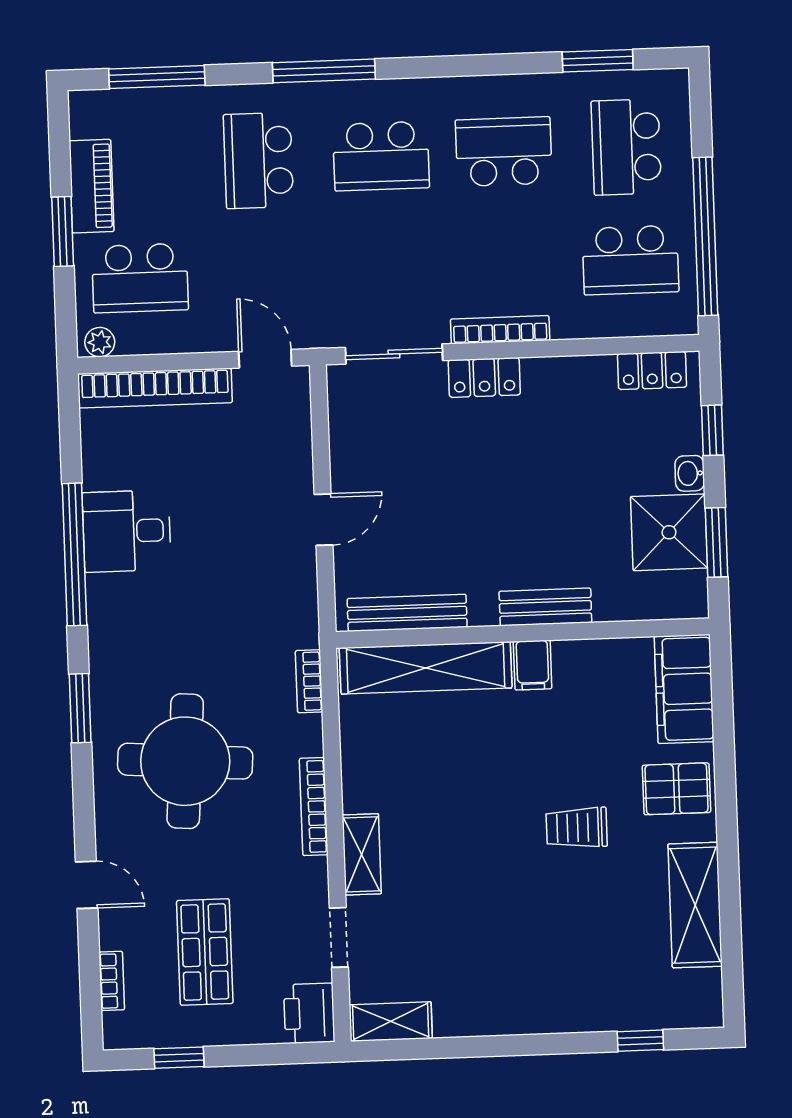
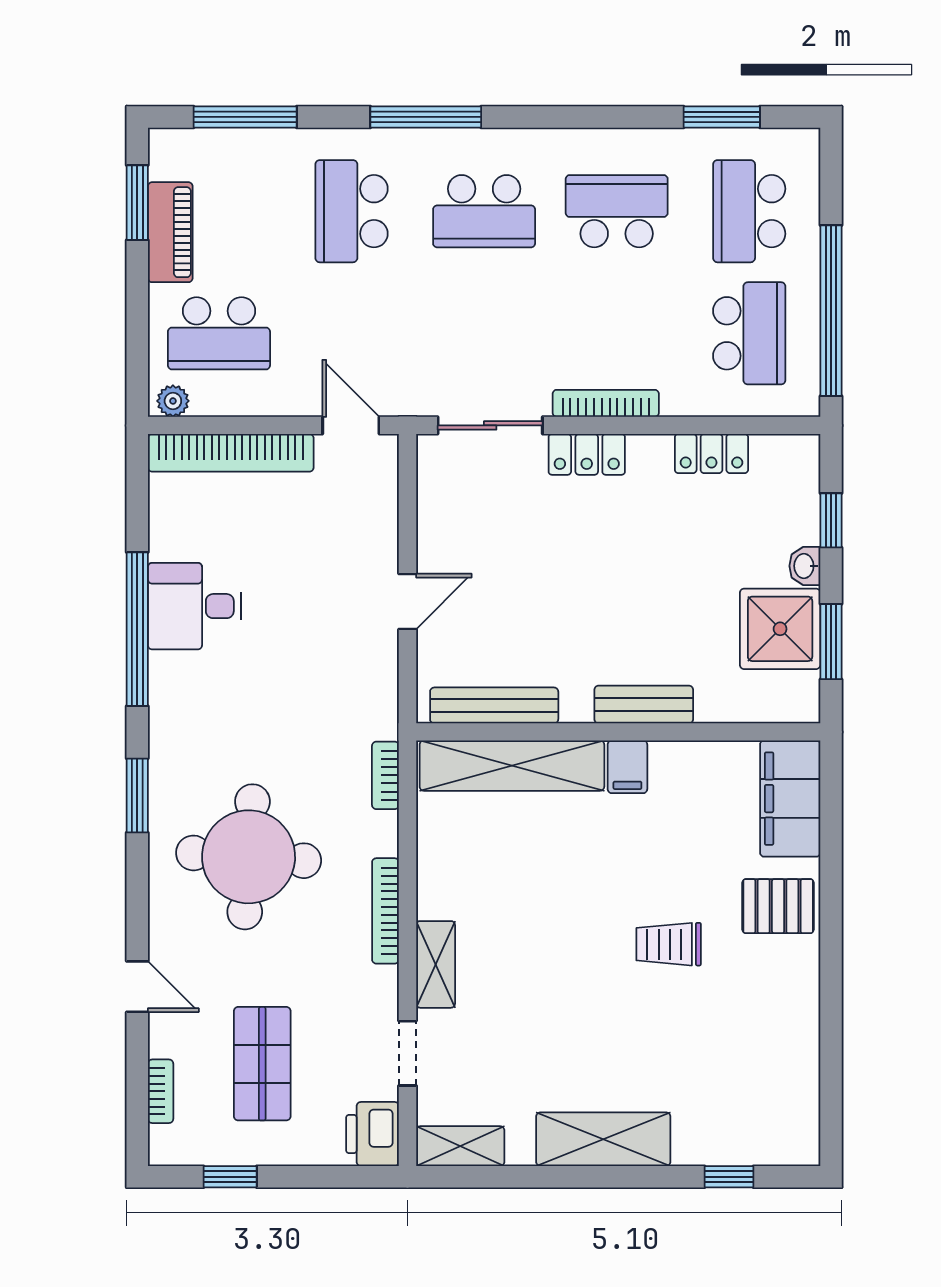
window: (63, 231) -> (137, 203), moved
school desk: (630, 260) -> (749, 333), turned -90
locker: (652, 371) -> (711, 454), moved
shelving: (695, 905) -> (603, 1139), moved, turned 90

